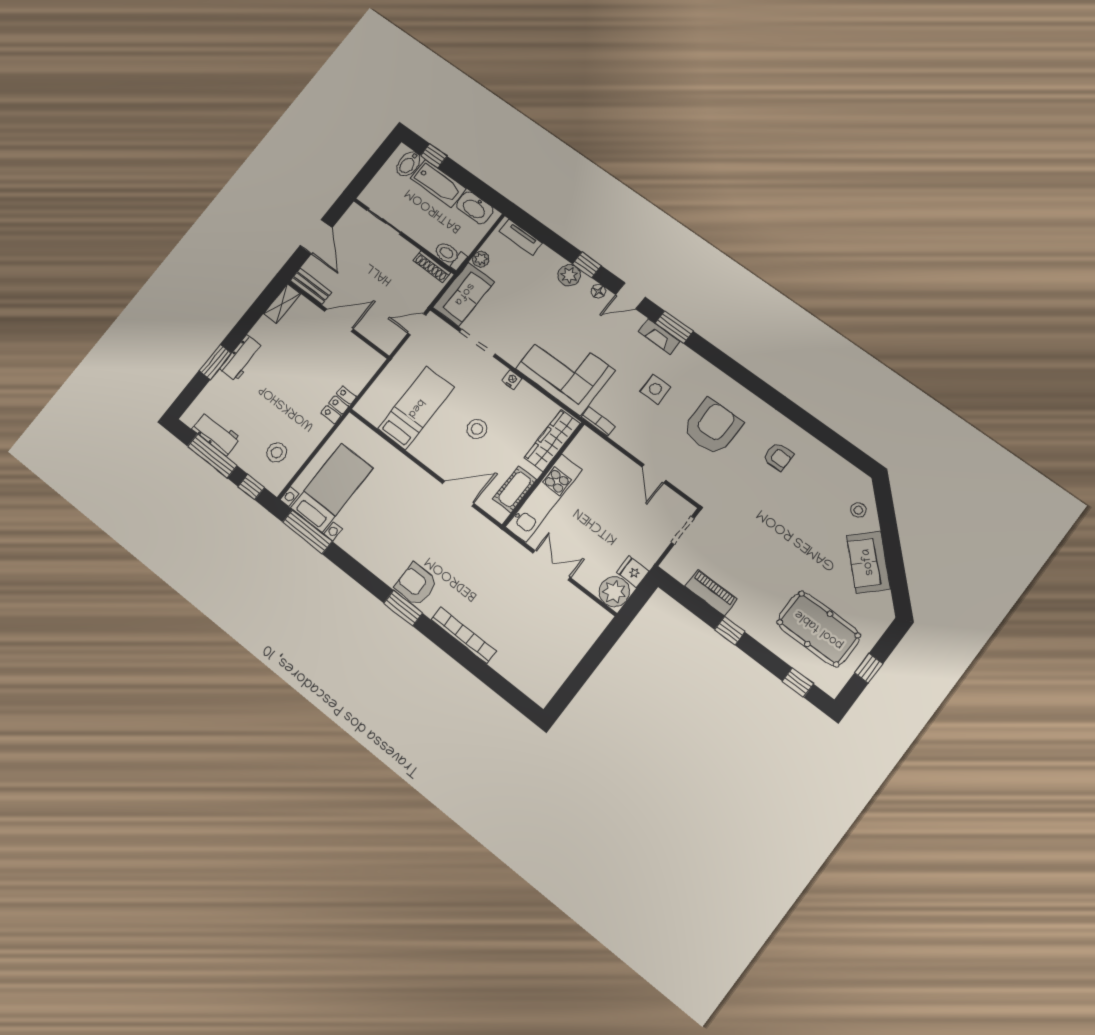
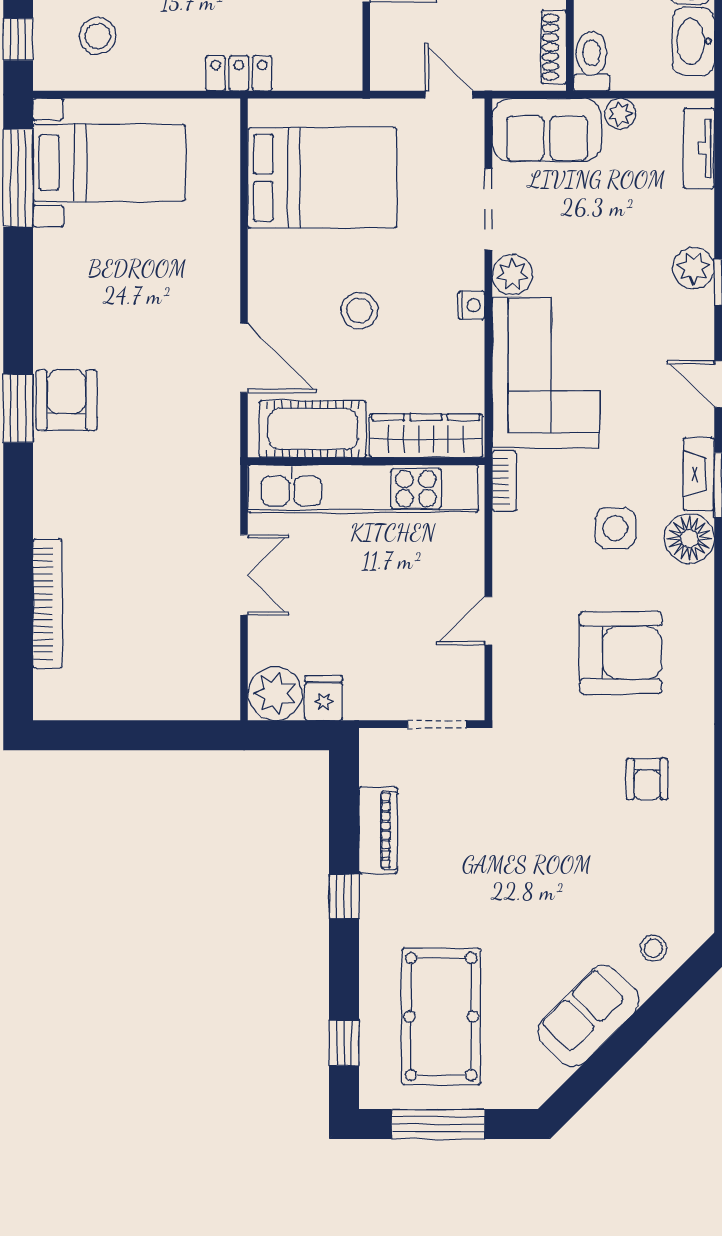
floor lamp: (598, 291) -> (689, 538), moved, width x1.89, depth x1.89
plant: (512, 353) -> (512, 275), added
bed: (416, 408) -> (322, 178), width x1.50
cot: (515, 489) -> (313, 429), width x1.37, depth x1.34
kitchen unit: (544, 498) -> (363, 489), width x1.36
bookcase: (463, 635) -> (48, 603), moved
window: (869, 668) -> (438, 1124), width x2.17

